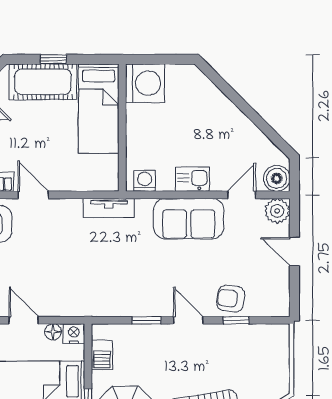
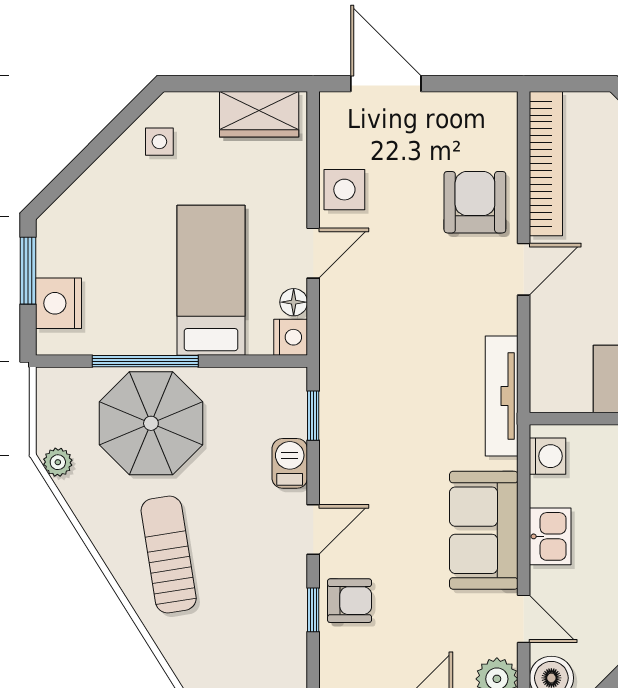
tv unit: (109, 208) -> (502, 396), width x1.41
armchair: (231, 299) -> (350, 601), turned 83
window: (147, 320) -> (313, 416), moved
barbecue: (102, 355) -> (290, 463), moved, turned 90

